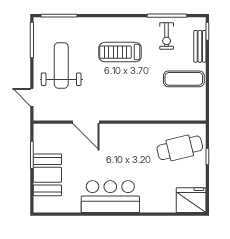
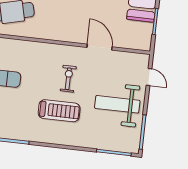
exercise bike: (167, 36) -> (68, 79), moved
weight bench: (61, 65) -> (117, 104), turned 90

